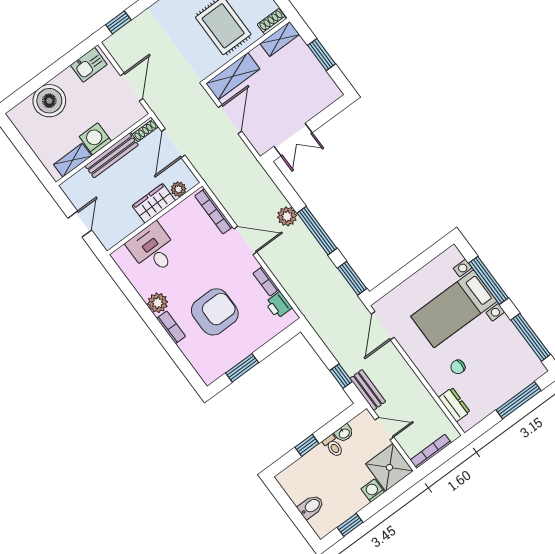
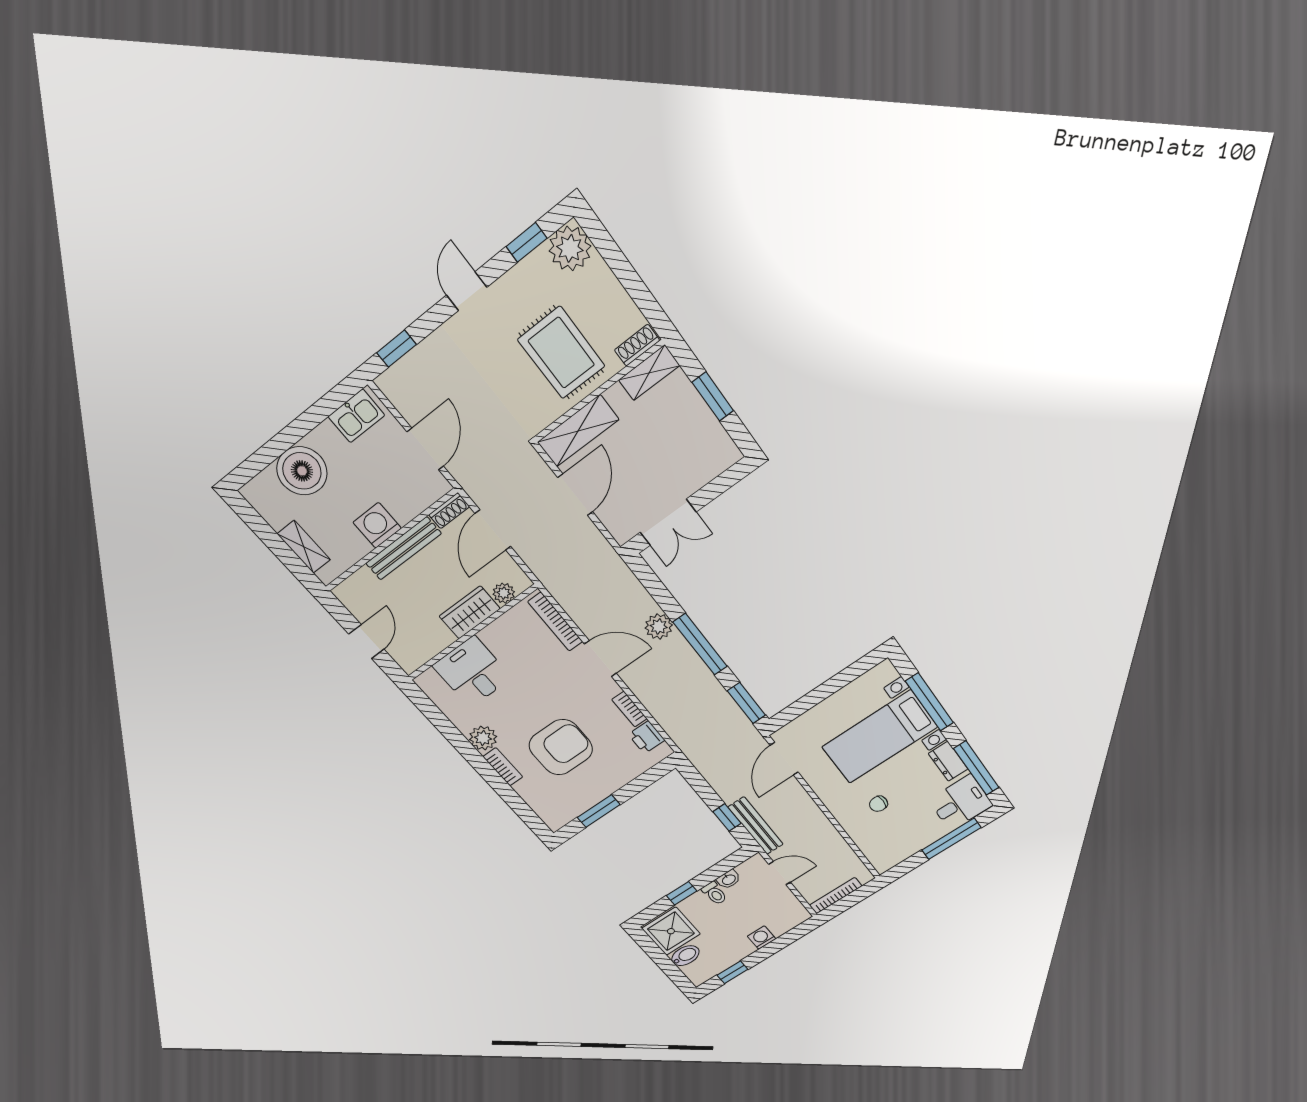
shelving: (73, 160) -> (304, 547), moved, turned 90
desk: (522, 368) -> (960, 803), added
bench: (368, 390) -> (756, 826), width x1.36
dresser: (454, 405) -> (948, 761), moved, turned 180
shower: (389, 467) -> (671, 931), moved

